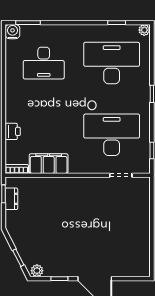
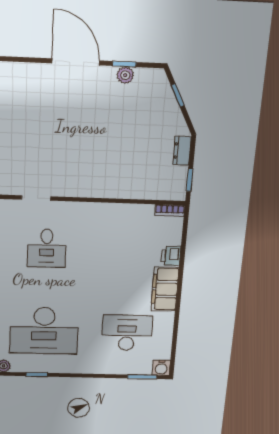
desk: (112, 135) -> (47, 248), width x0.53, depth x0.77
filing cabinet: (49, 164) -> (165, 289), moved, turned 90
dresser: (11, 199) -> (182, 151), moved
plant: (37, 271) -> (125, 75), moved

